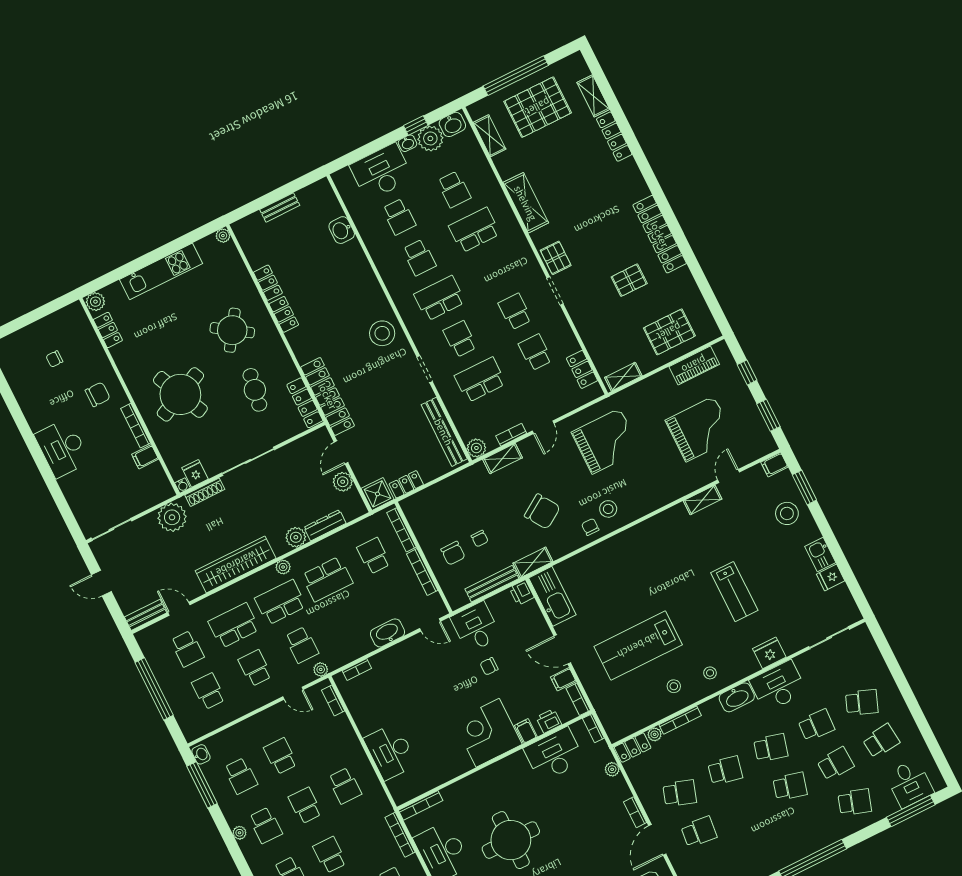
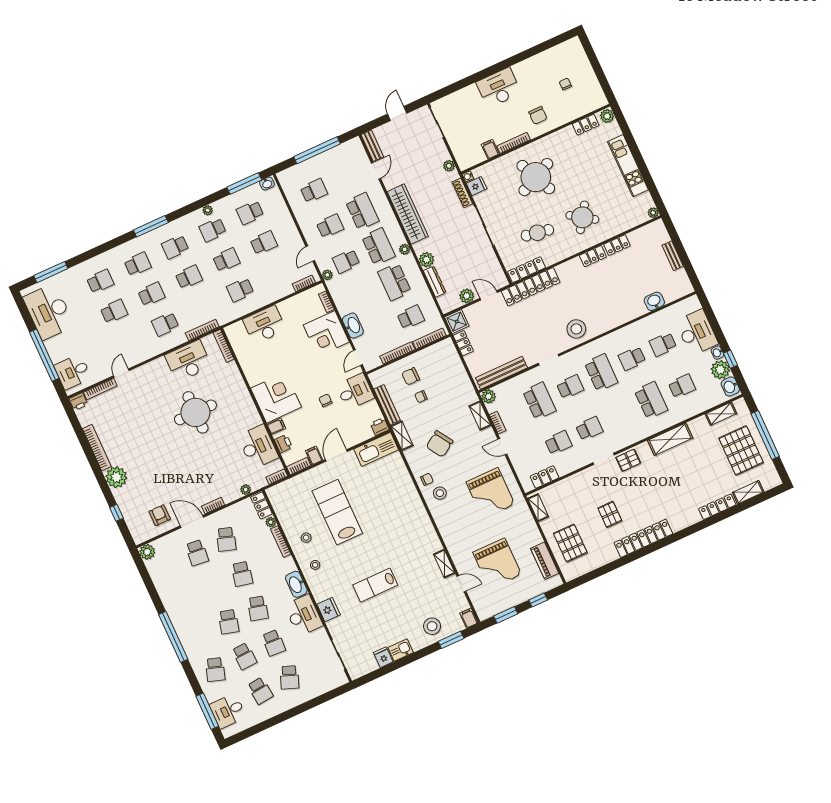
school desk: (454, 189) -> (682, 386), turned 180
plant: (172, 517) -> (449, 166), width x0.53, depth x0.53
school desk: (187, 649) -> (346, 176), removed
corner desk: (399, 668) -> (326, 334), added

